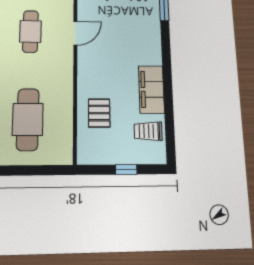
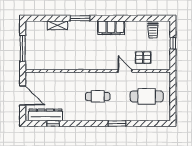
door: (75, 33) -> (125, 71), moved
filing cabinet: (151, 89) -> (111, 28), moved

